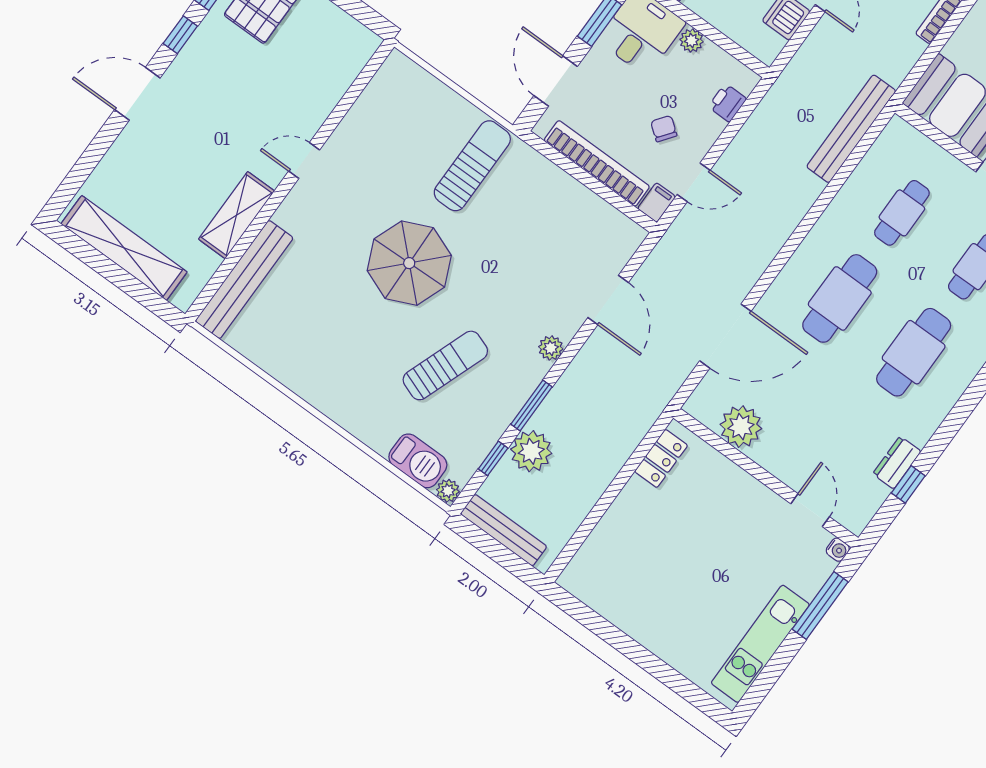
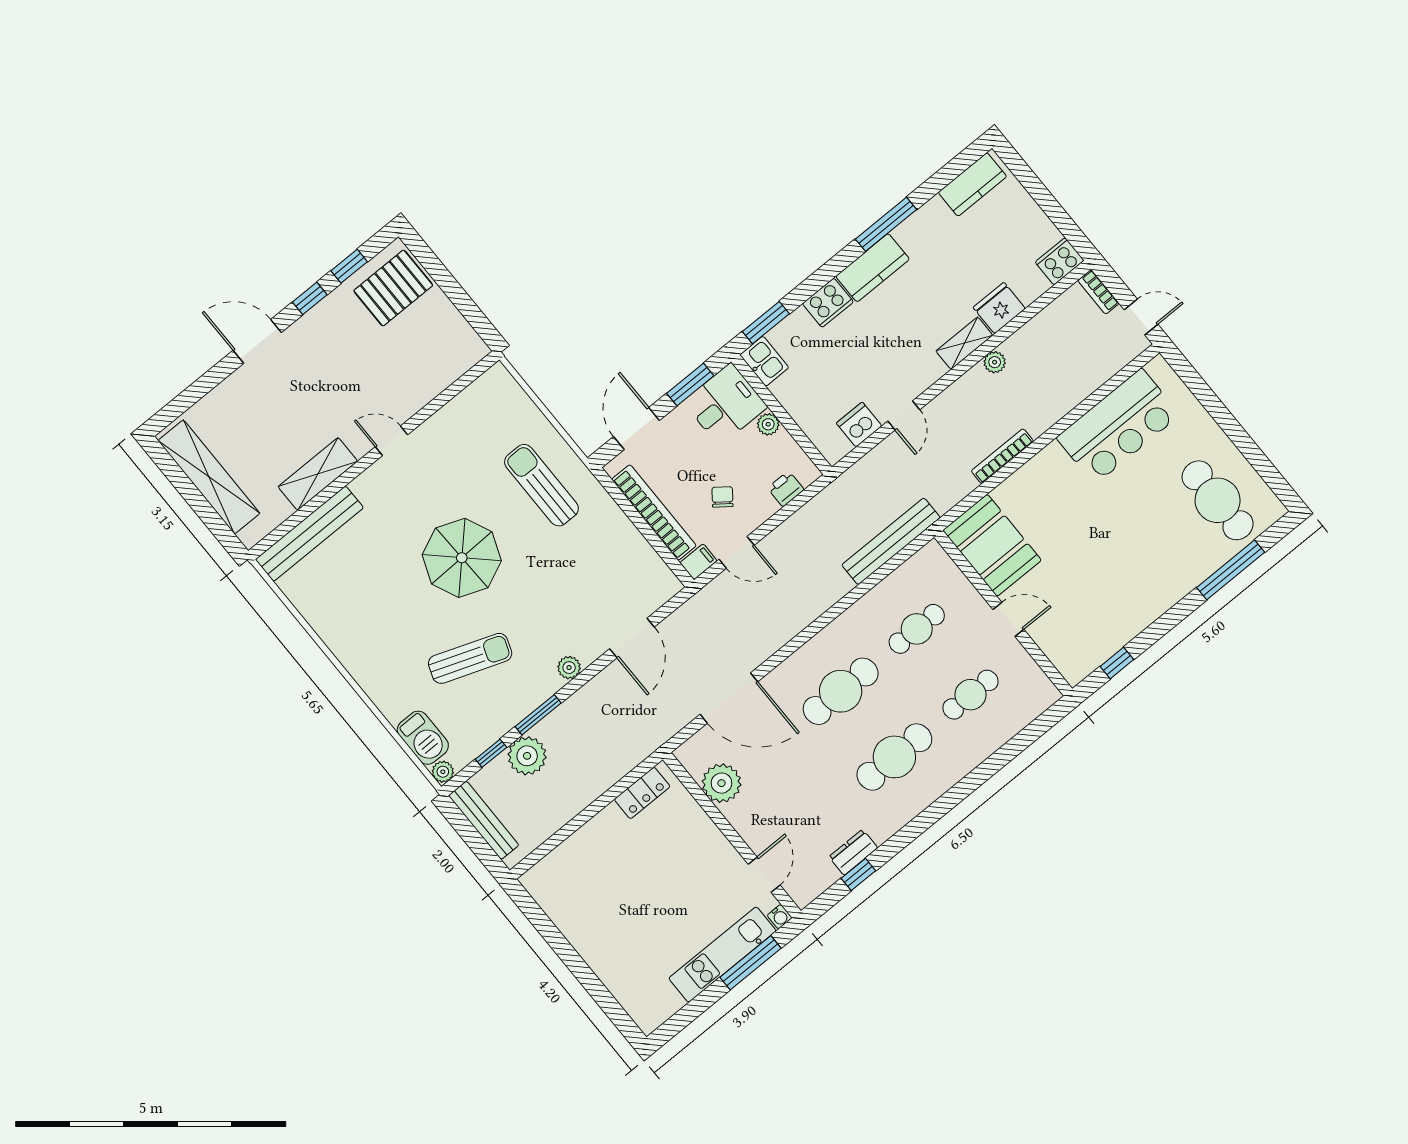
sun lounger: (472, 166) -> (541, 485), turned -90
kitchen unit: (760, 644) -> (722, 955), moved

